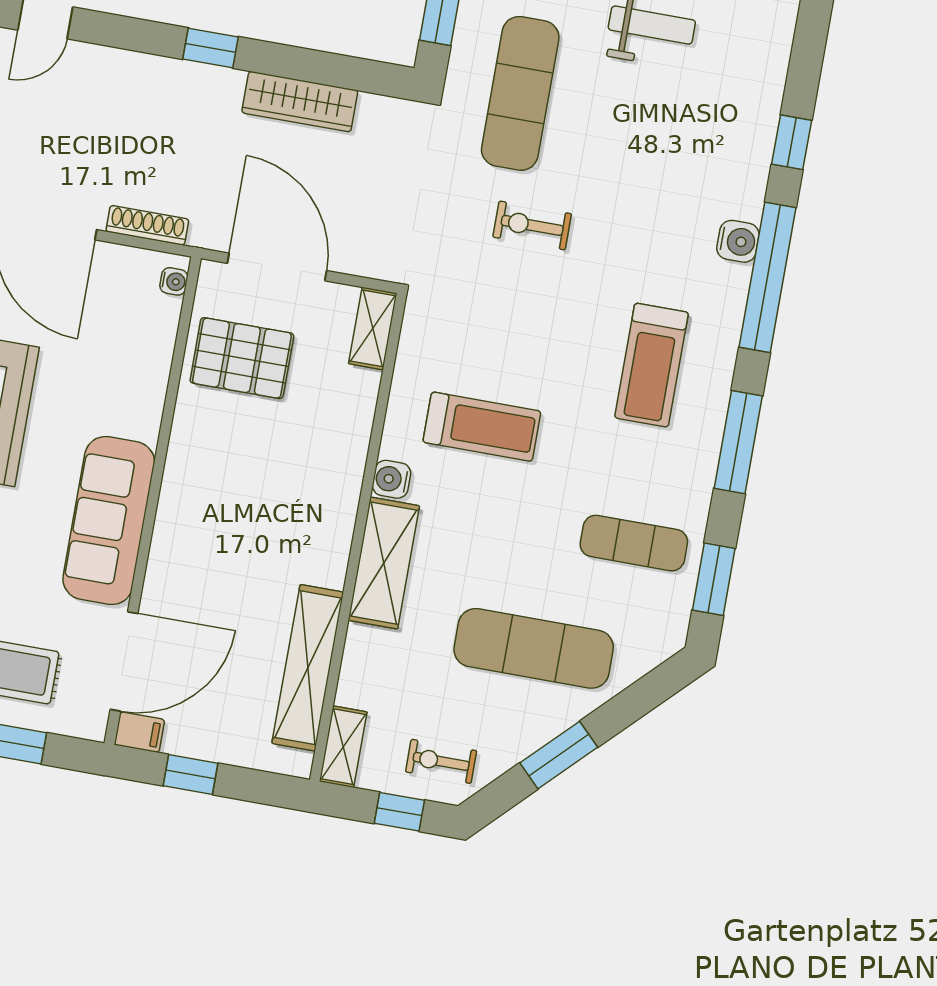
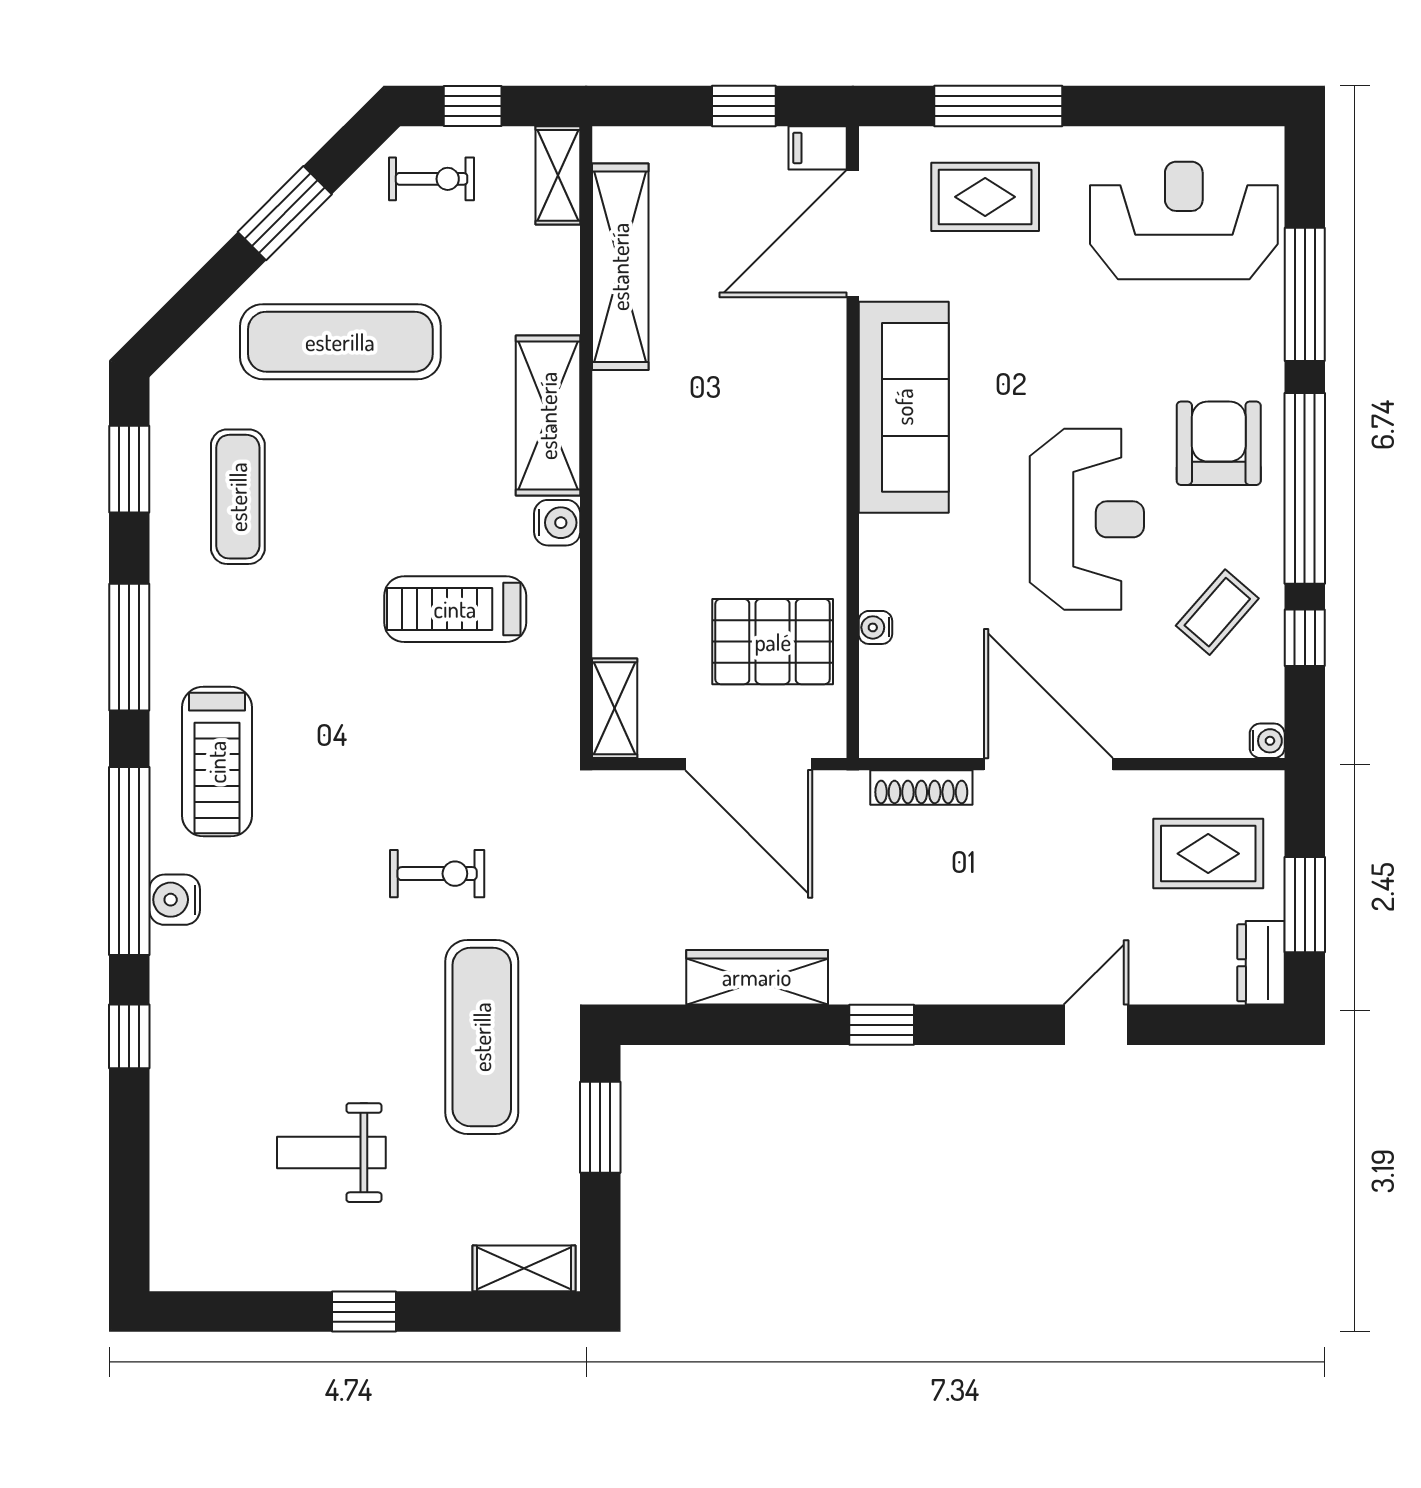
water cooler: (174, 281) -> (875, 627), moved
treadmill: (652, 365) -> (217, 762), moved, turned 180
exercise mat: (634, 543) -> (238, 497), turned 90

